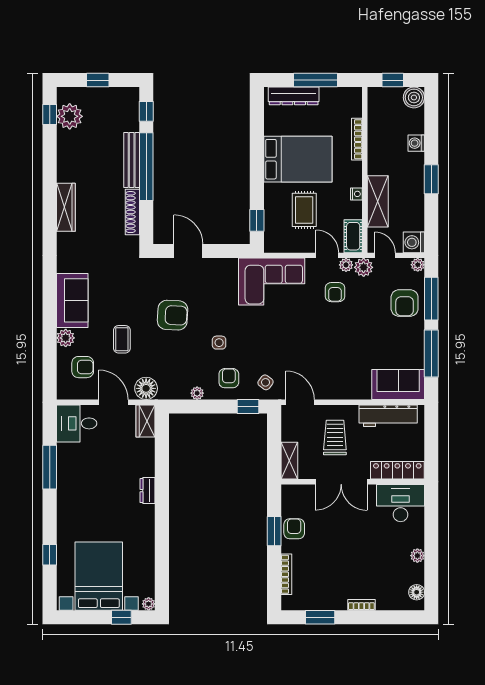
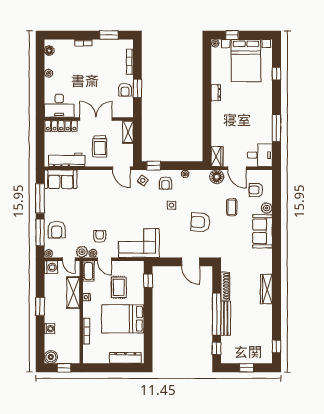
window: (316, 80) -> (112, 368), removed
plant: (70, 116) -> (264, 345), removed
armchair: (405, 303) -> (57, 230), turned 180
dresser: (148, 491) -> (216, 93), moved

